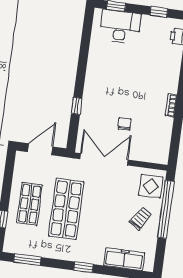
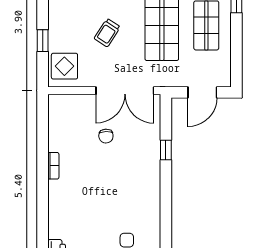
window: (166, 210) -> (43, 41), width x0.32
trolley: (141, 218) -> (107, 33), moved

